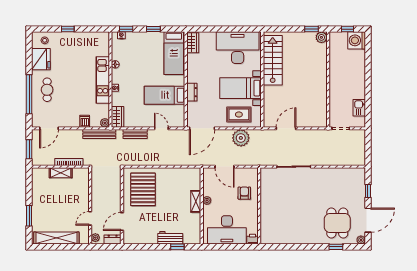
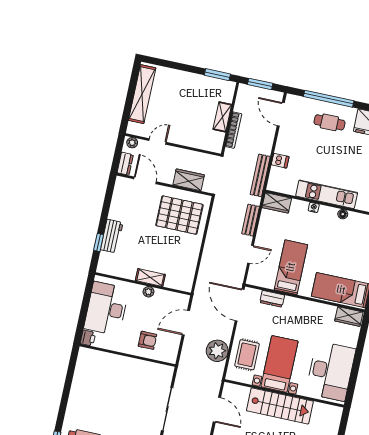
stairs: (273, 60) -> (280, 406), moved
dresser: (192, 92) -> (272, 299), moved
plant: (105, 123) -> (273, 185), removed
wardrobe: (114, 188) -> (189, 180), added
window: (29, 216) -> (217, 75), moved
door: (90, 218) -> (158, 141), hinge flipped

